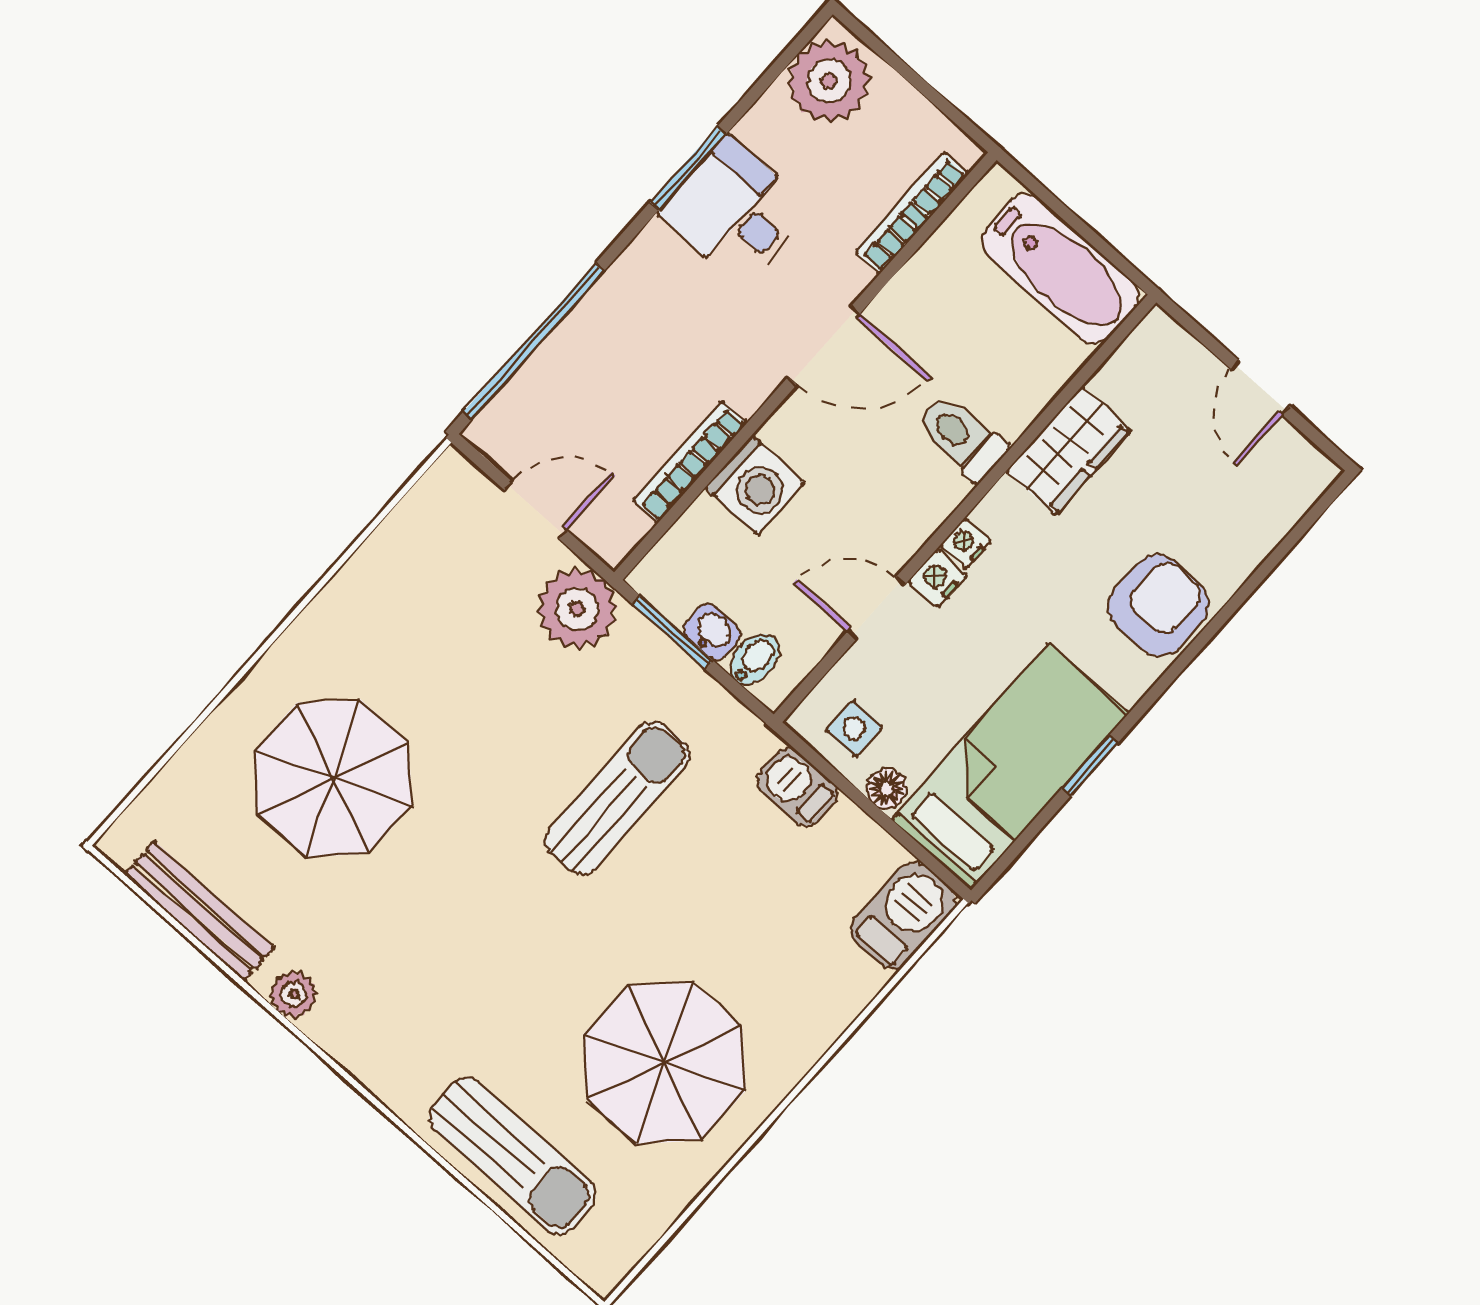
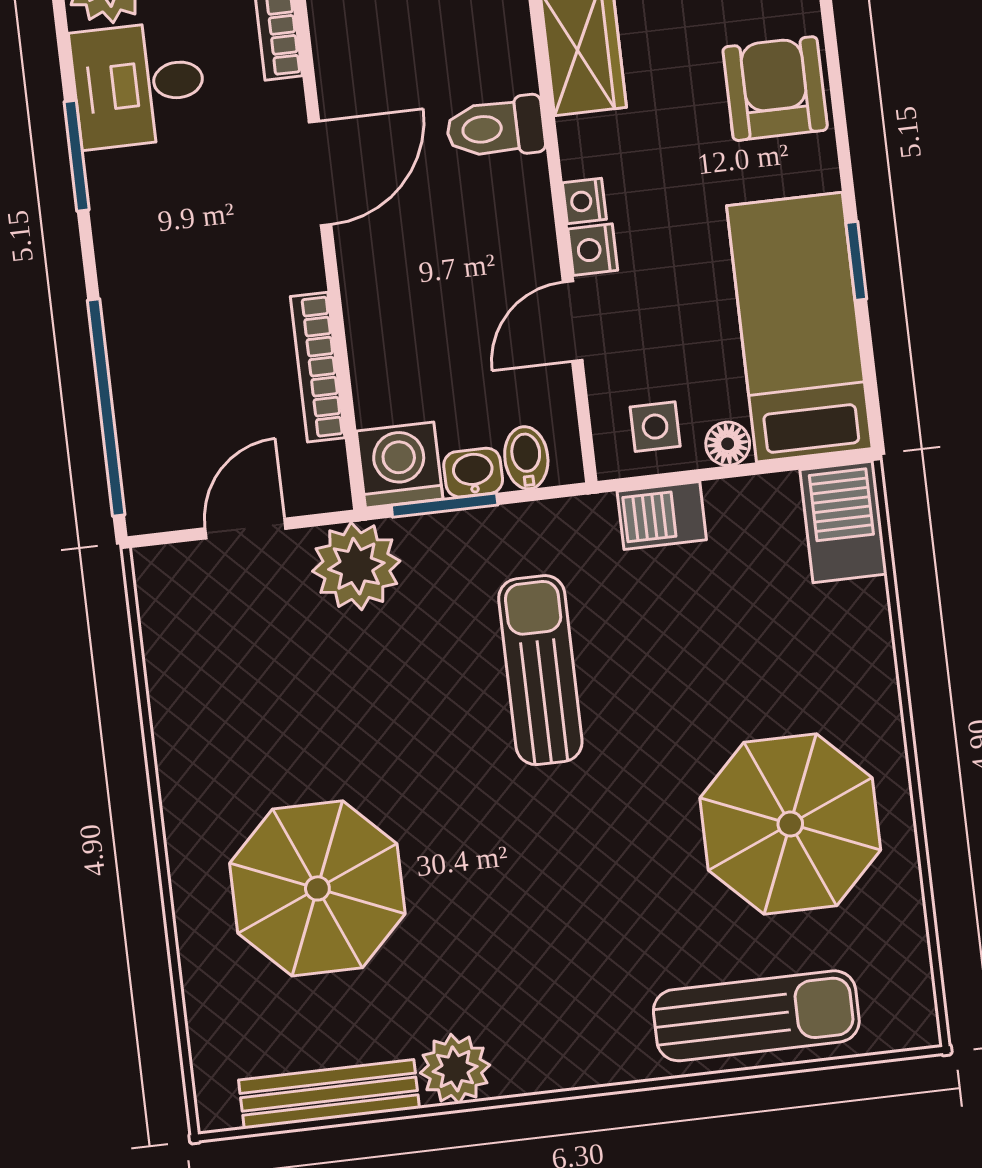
desk: (735, 212) -> (139, 85), moved
washing machine: (755, 485) -> (400, 465), moved, turned -90
plant: (294, 994) -> (455, 1069), width x1.38, depth x1.38

